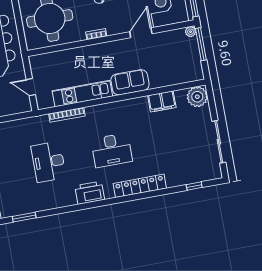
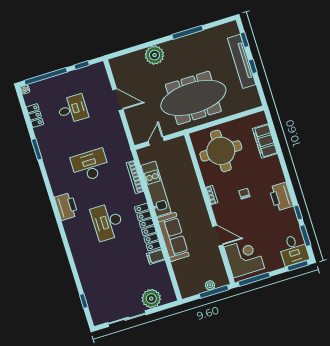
plant: (191, 32) -> (210, 285), moved
sofa: (130, 82) -> (173, 237), width x1.36
plant: (197, 97) -> (151, 299), moved
filing cabinet: (162, 101) -> (156, 257), width x0.50
locker: (140, 186) -> (148, 227), moved, turned 180

